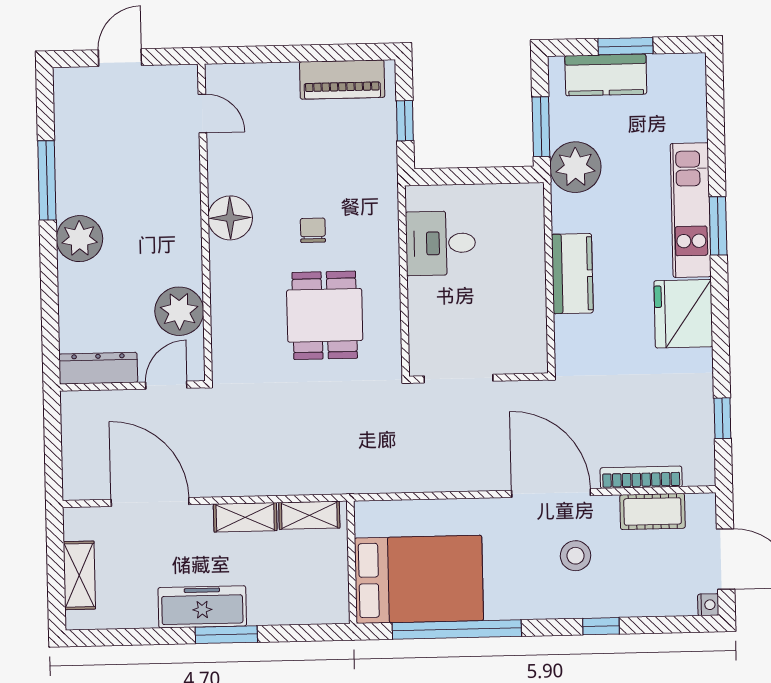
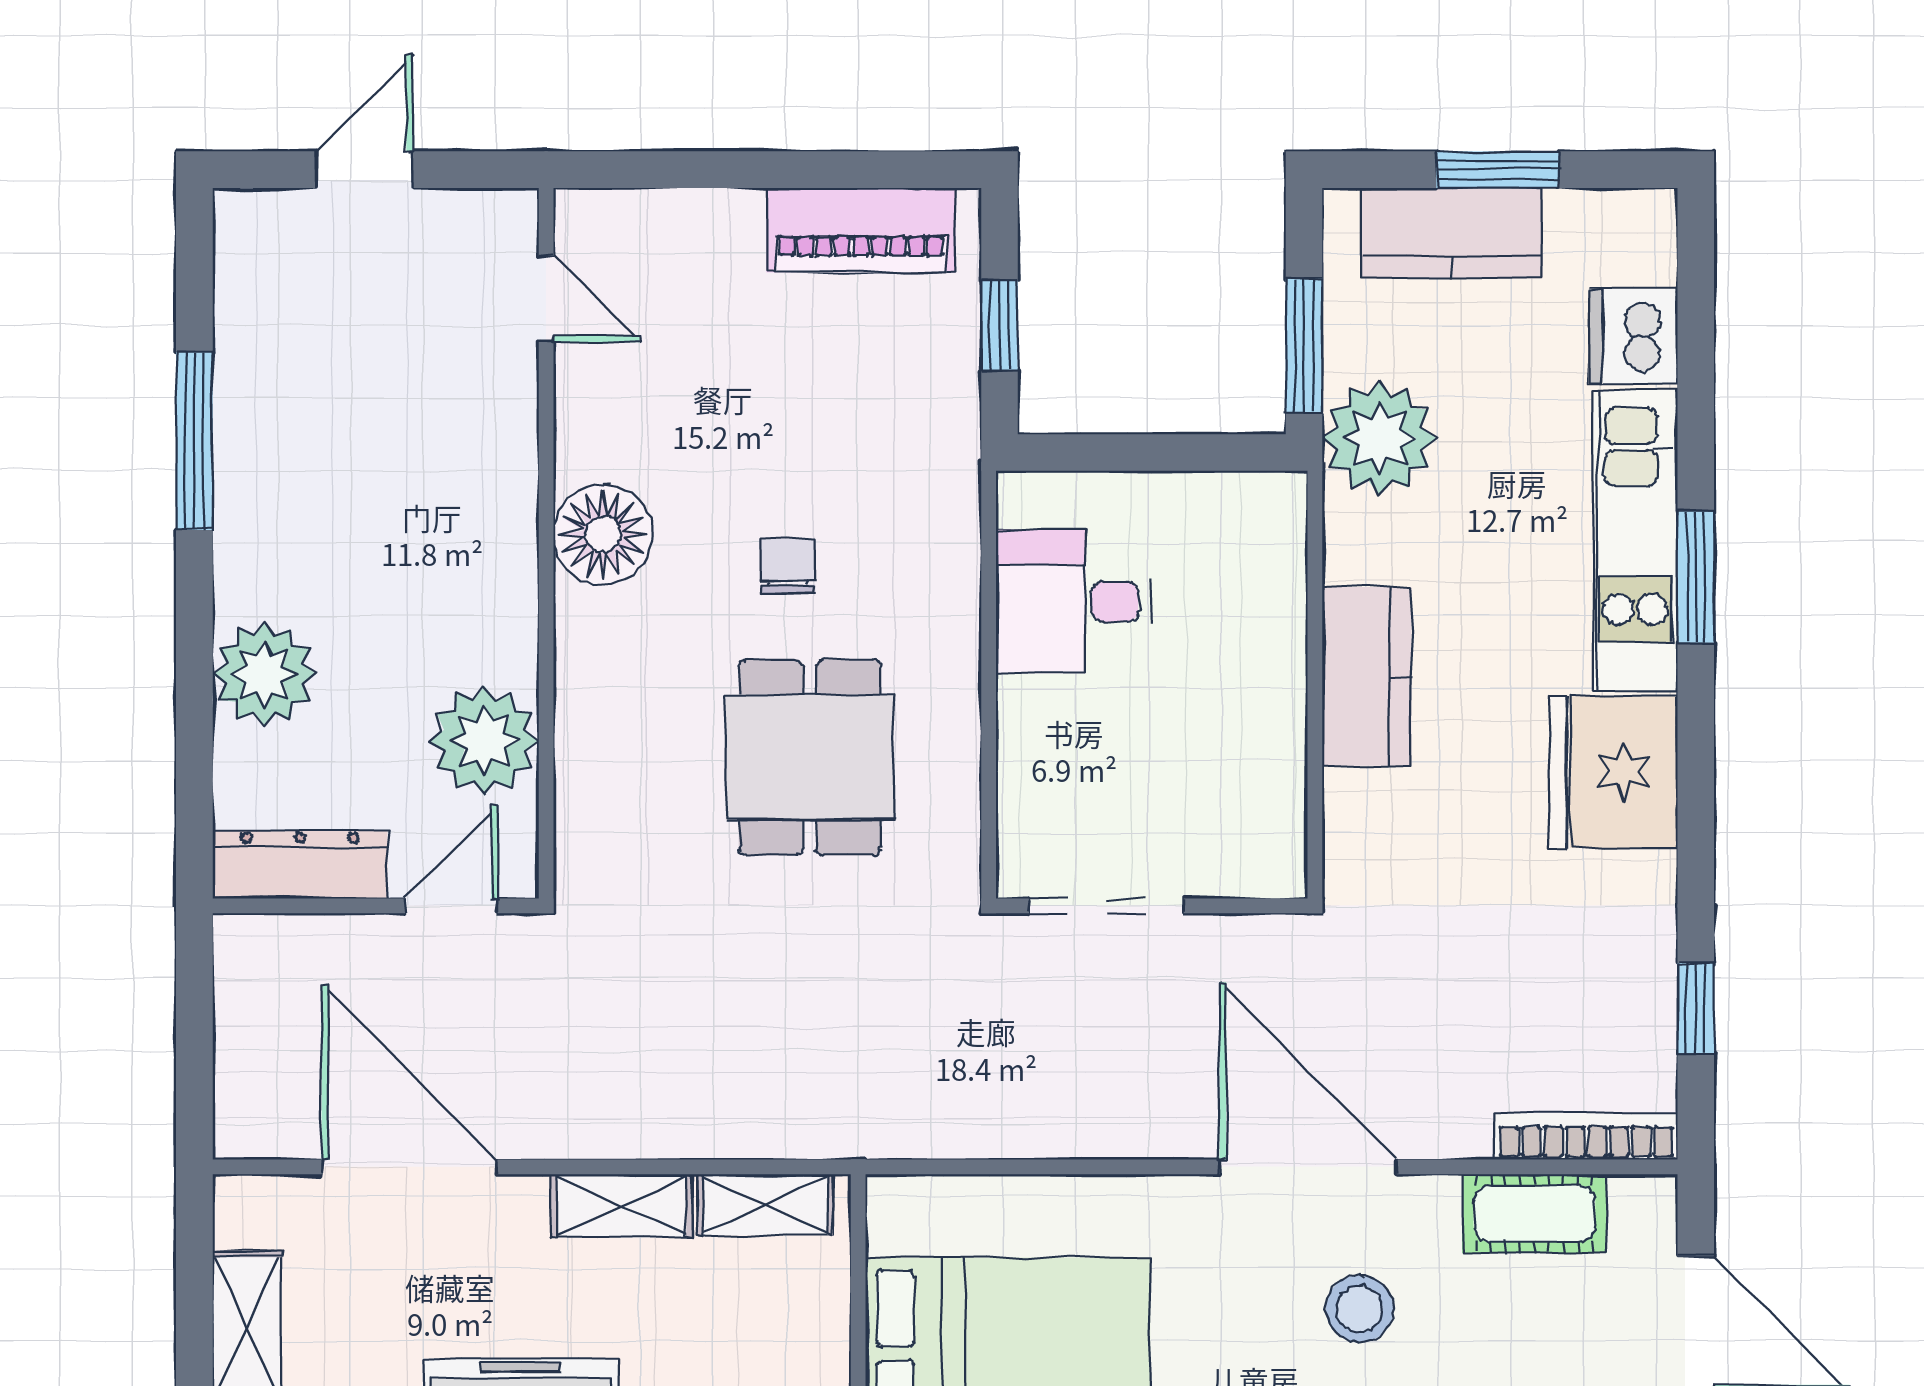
dishwasher: (688, 119) -> (1633, 336), added
plant: (79, 239) -> (264, 674), moved
bookcase: (641, 477) -> (1586, 1136), moved

